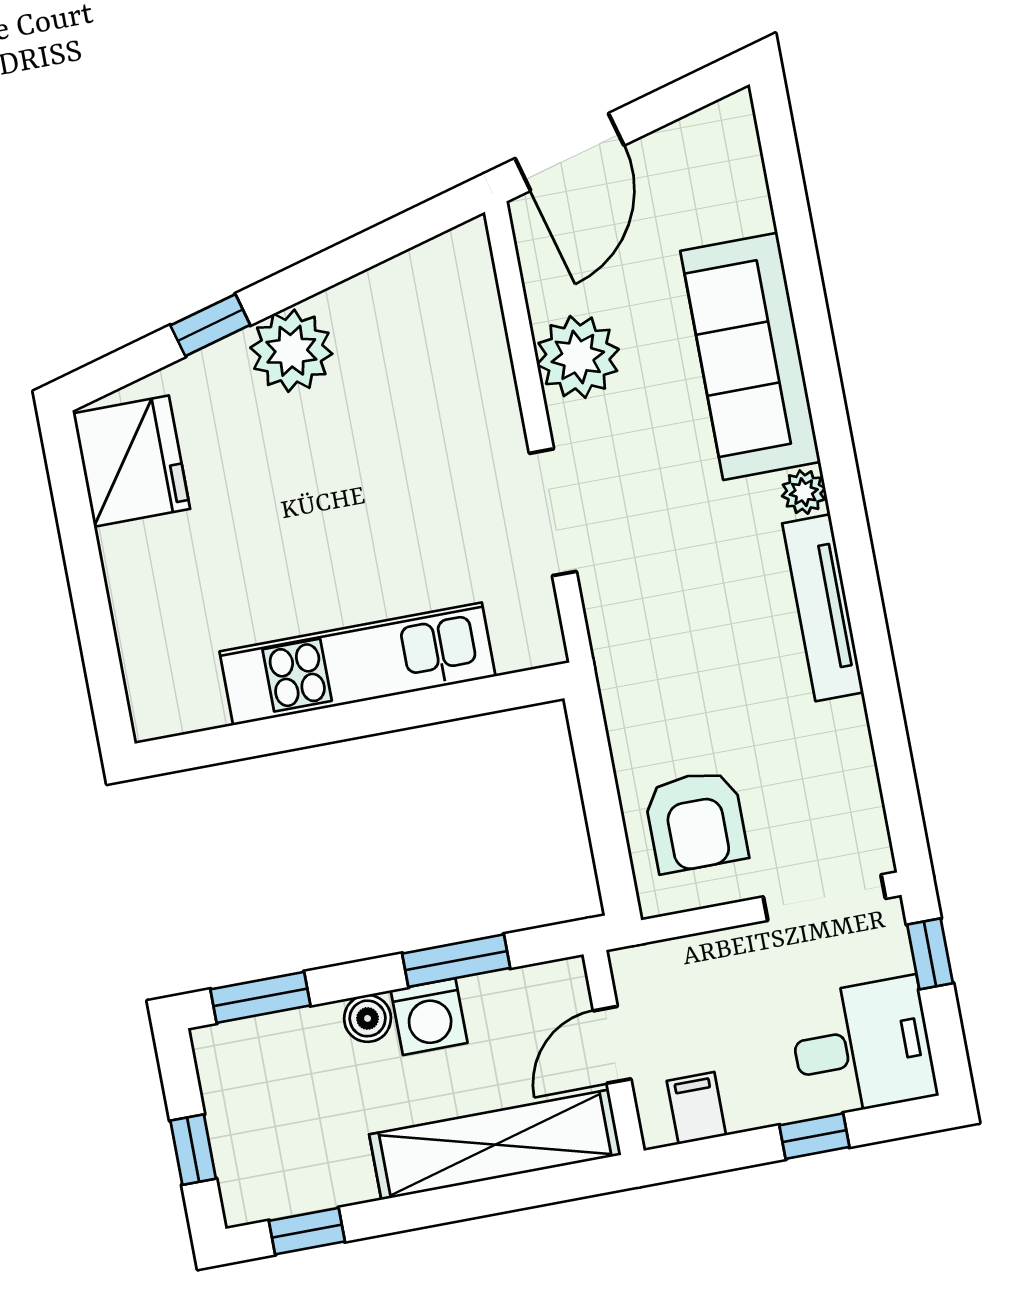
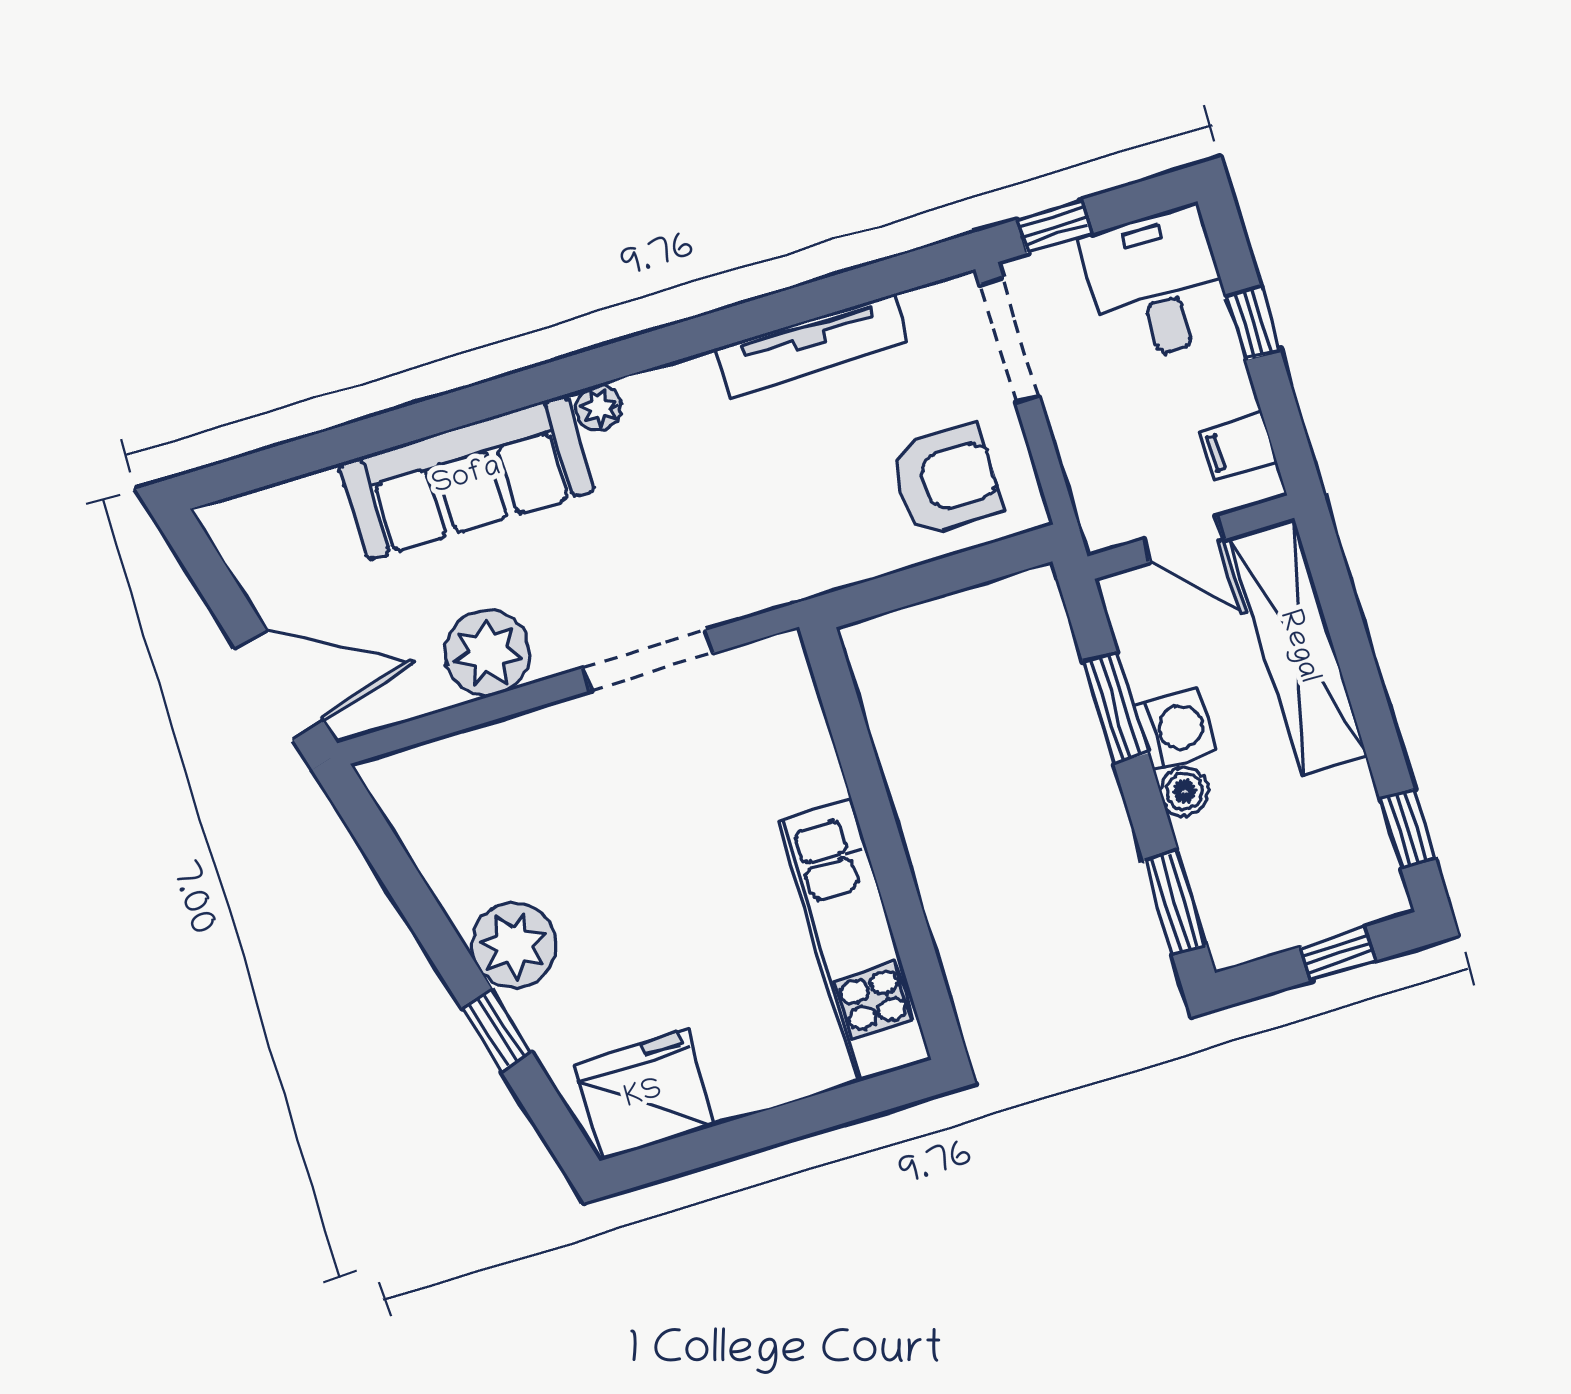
tv unit: (823, 608) -> (811, 345), moved
kitchen unit: (358, 664) -> (855, 940), moved

